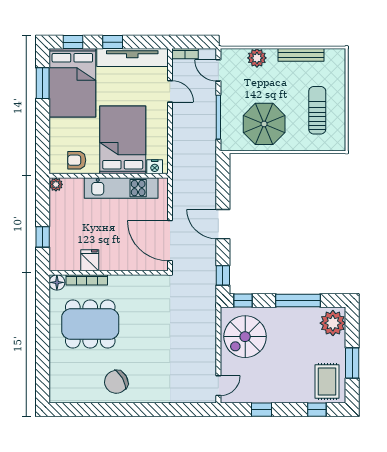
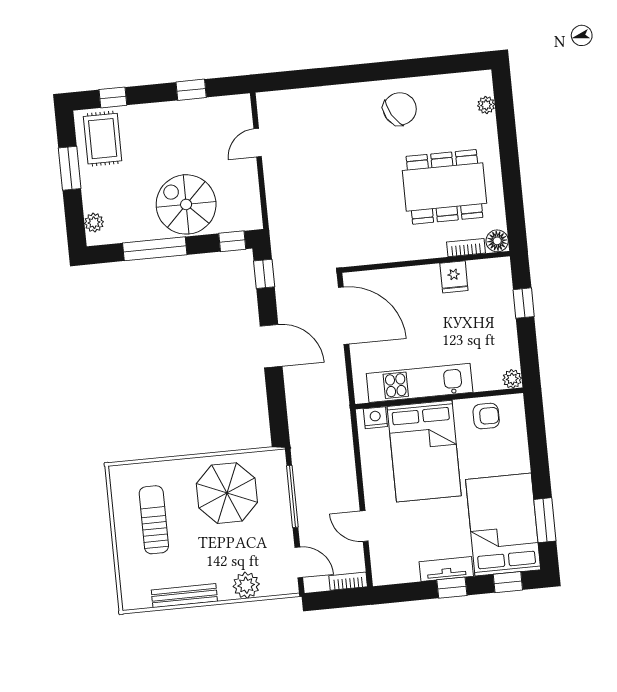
tv unit: (132, 58) -> (446, 569), width x0.52, depth x0.78
sun lounger: (317, 110) -> (154, 520), turned 180
bookcase: (87, 280) -> (466, 248), width x0.64
plant: (333, 323) -> (94, 223), width x0.53, depth x0.53
spiral stairs: (245, 337) -> (186, 204), moved, turned -90
plant: (55, 379) -> (486, 105), added
door: (218, 386) -> (258, 143), moved

